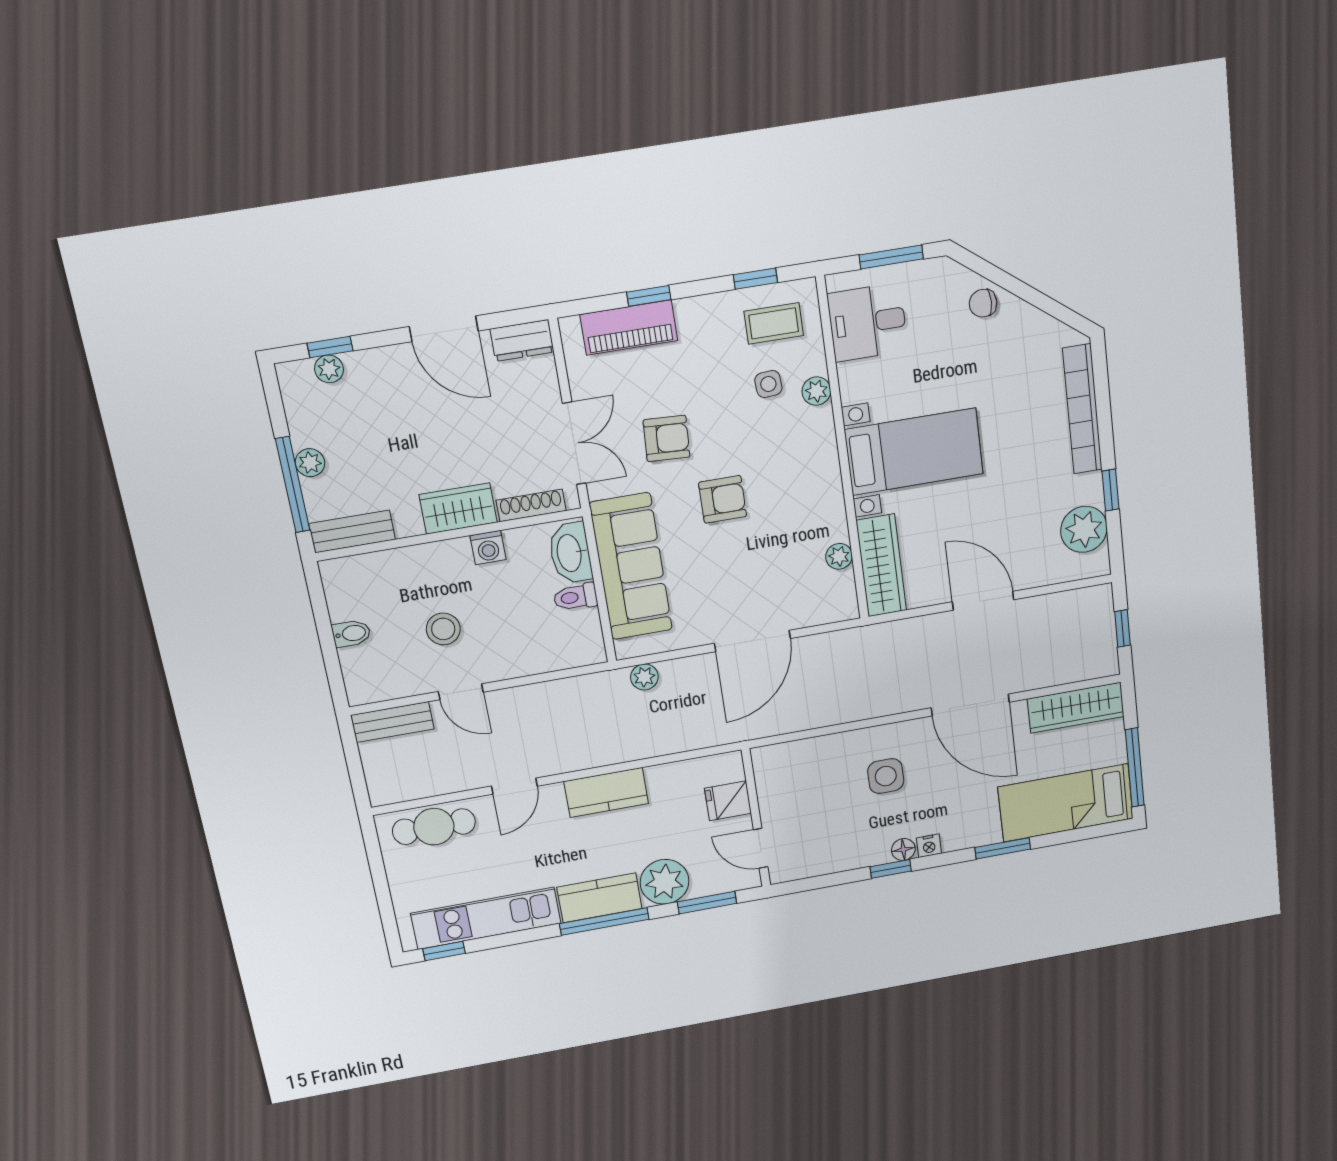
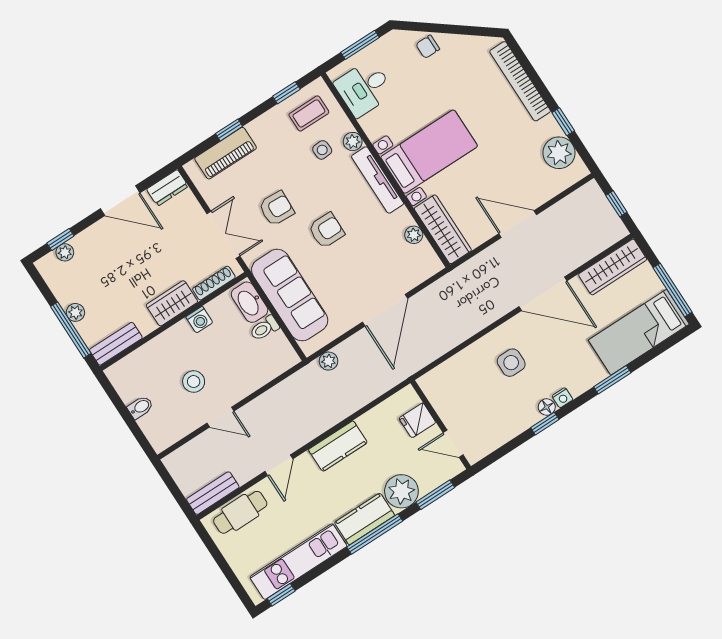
tv unit: (825, 460) -> (378, 180), added
bench: (392, 722) -> (213, 493), moved

